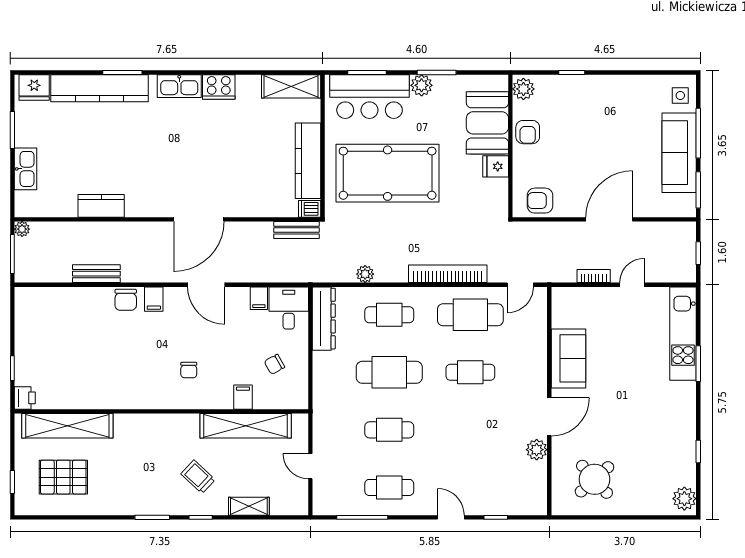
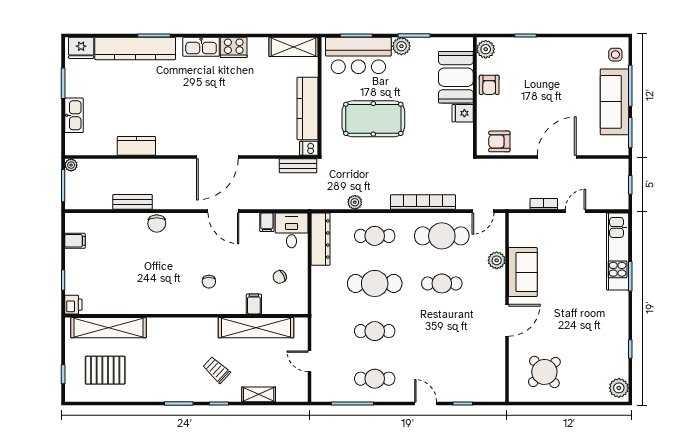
pool table: (388, 173) -> (373, 119), width x0.73, depth x0.76
filing cabinet: (154, 299) -> (75, 241), moved, turned -90
plant: (537, 450) -> (497, 260), moved

